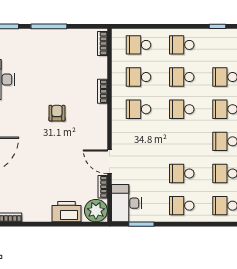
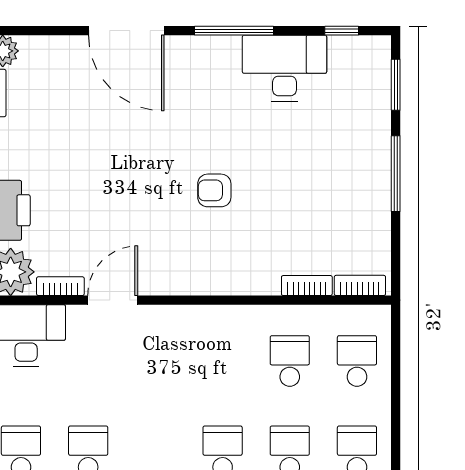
bookcase: (102, 91) -> (307, 286), moved
school desk: (139, 109) -> (223, 361), removed
armchair: (57, 113) -> (214, 190), turned 180

